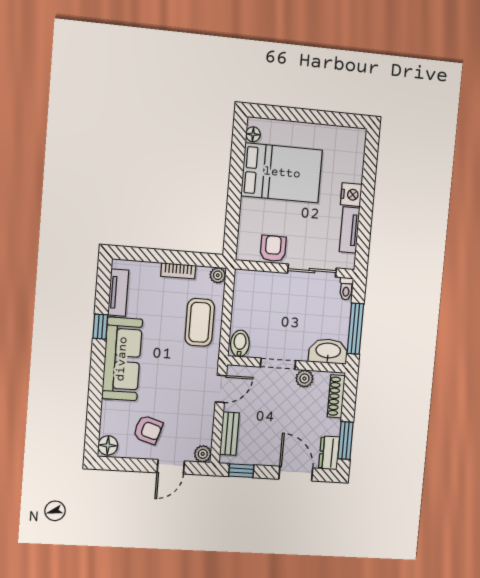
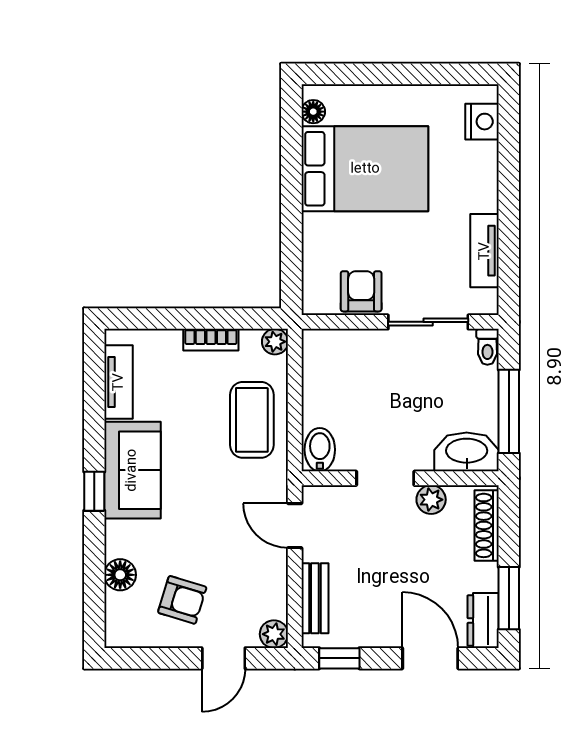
nightstand: (351, 195) -> (482, 122), moved
window: (100, 327) -> (94, 491), moved
sofa: (122, 359) -> (132, 470), width x0.73
door: (221, 389) -> (295, 526), swing flipped
floor lamp: (108, 445) -> (120, 575), moved

